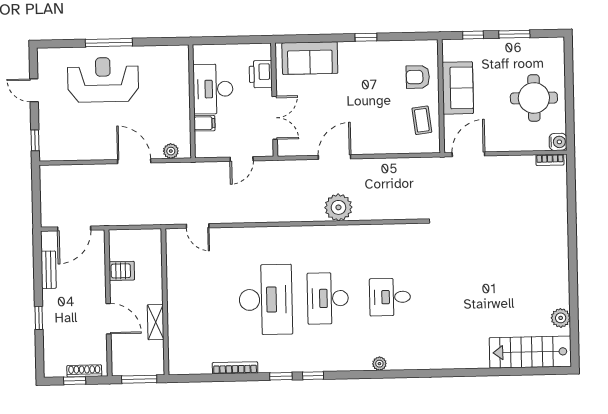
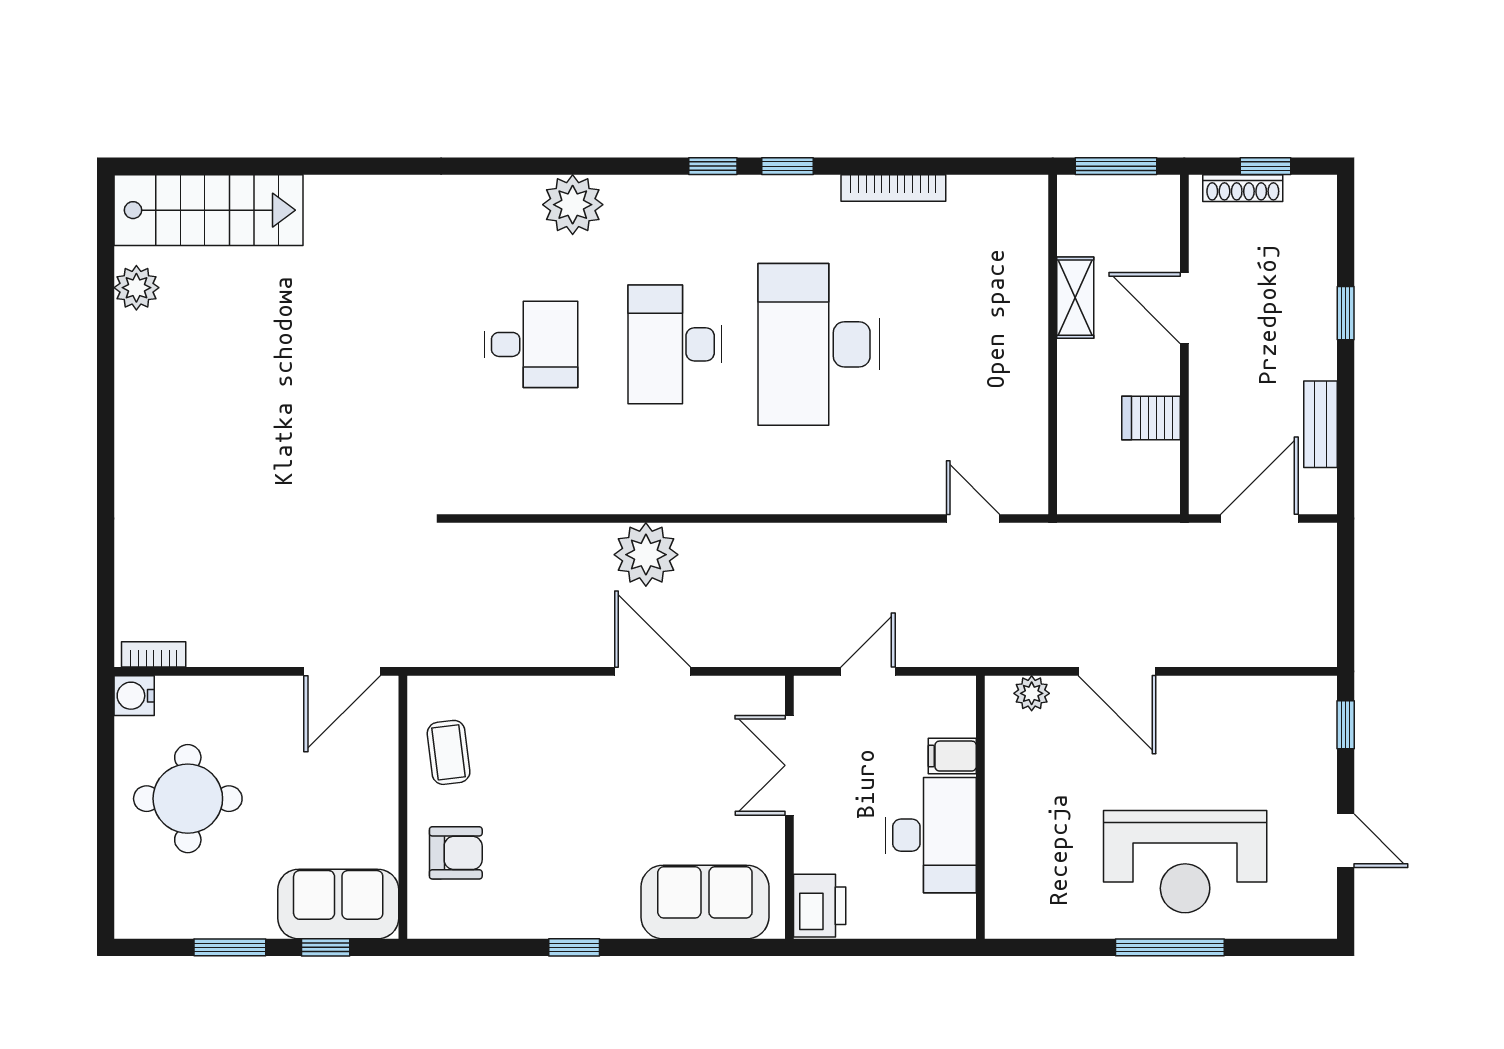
printer: (261, 74) -> (820, 906), moved
sofa: (458, 88) -> (338, 904), moved, turned 90
door: (335, 157) -> (653, 671), swing flipped
desk: (328, 298) -> (675, 344), turned 180
plant: (379, 364) -> (573, 205), width x1.88, depth x1.88

